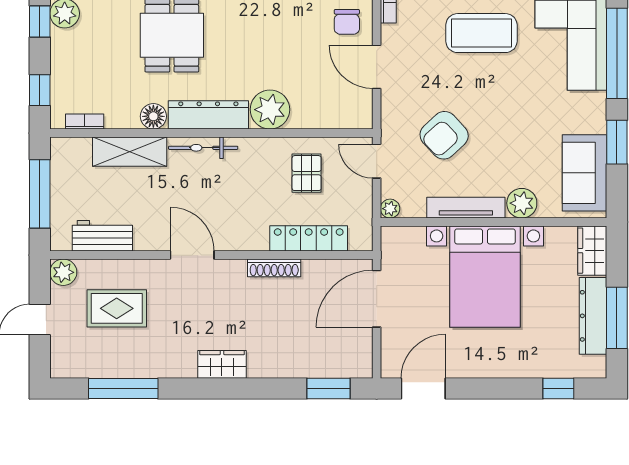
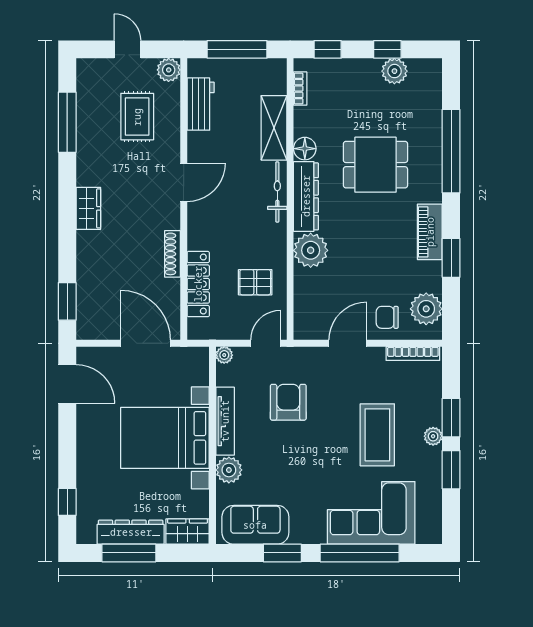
armchair: (444, 135) -> (288, 402), turned 43

